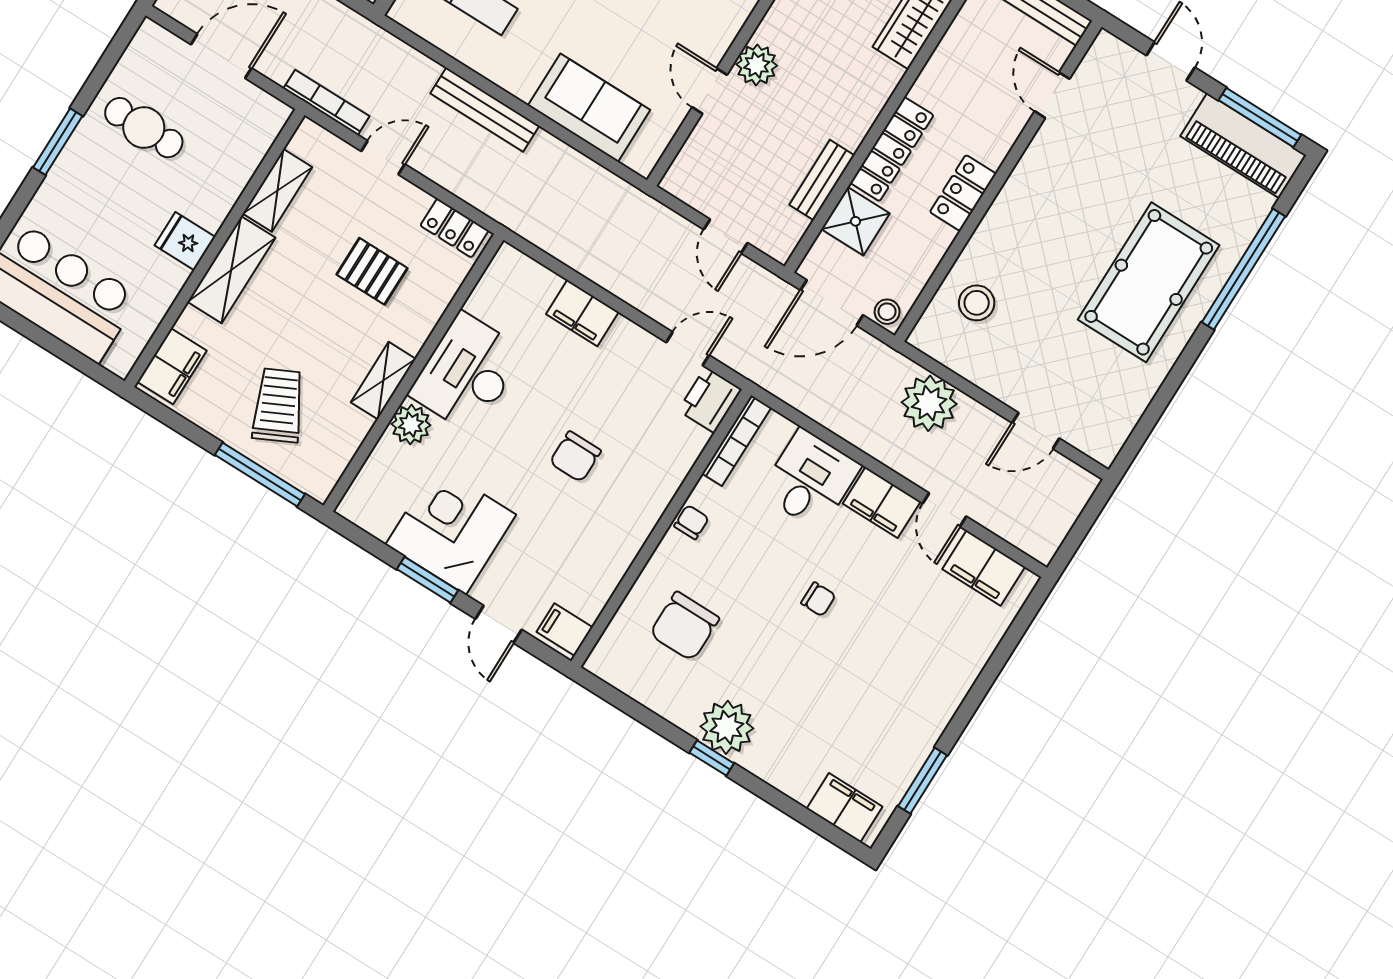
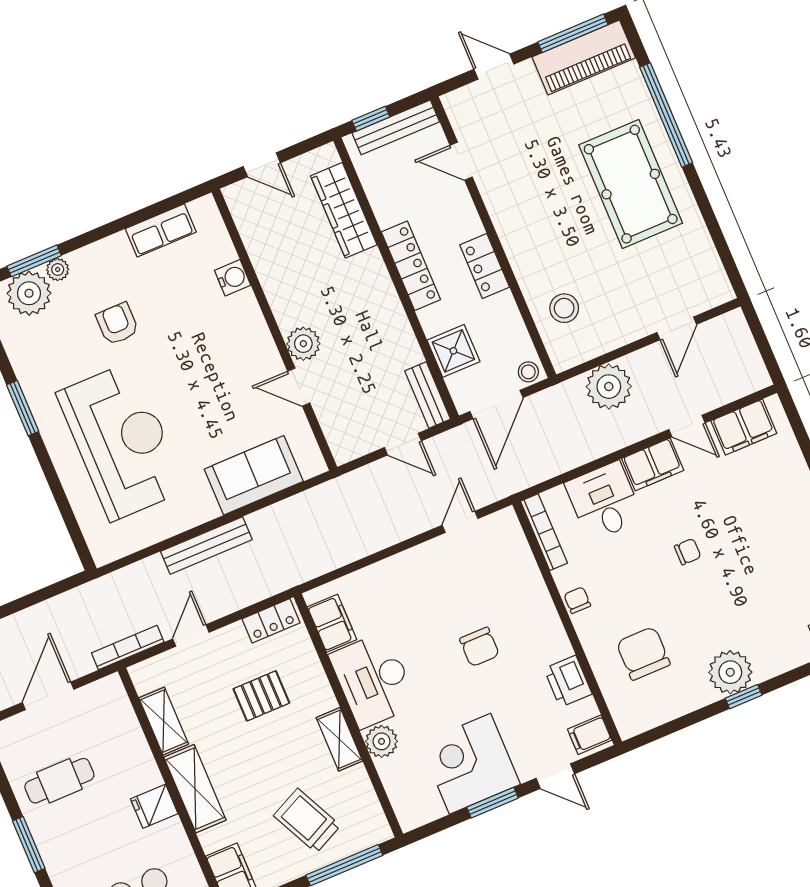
locker: (892, 149) -> (411, 266), moved
bench: (822, 180) -> (428, 395), moved
filing cabinet: (582, 313) -> (332, 623), moved, turned -90
printer: (710, 400) -> (568, 681), moved
chair: (684, 626) -> (643, 653), turned 180

